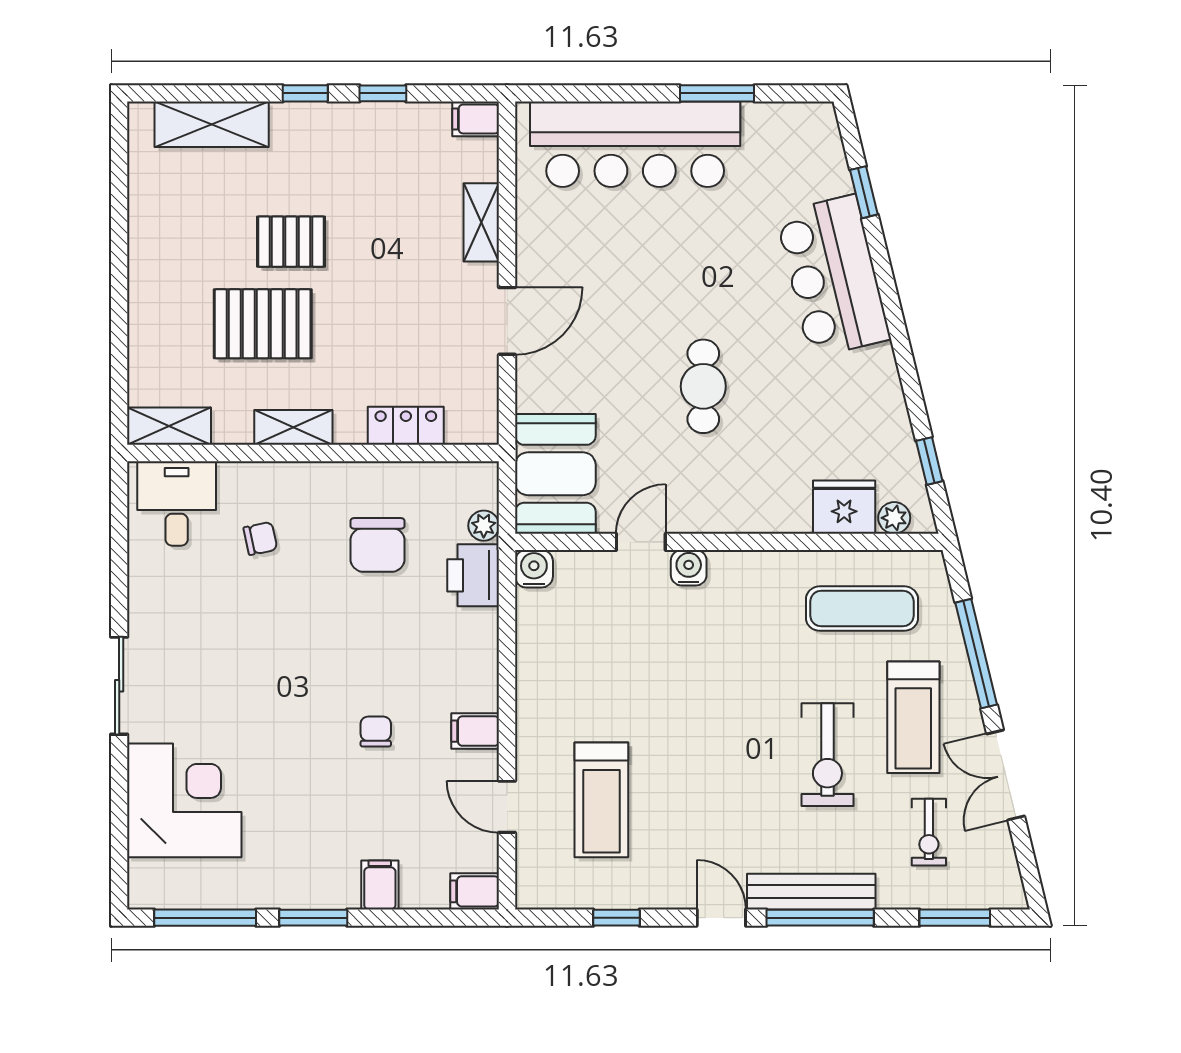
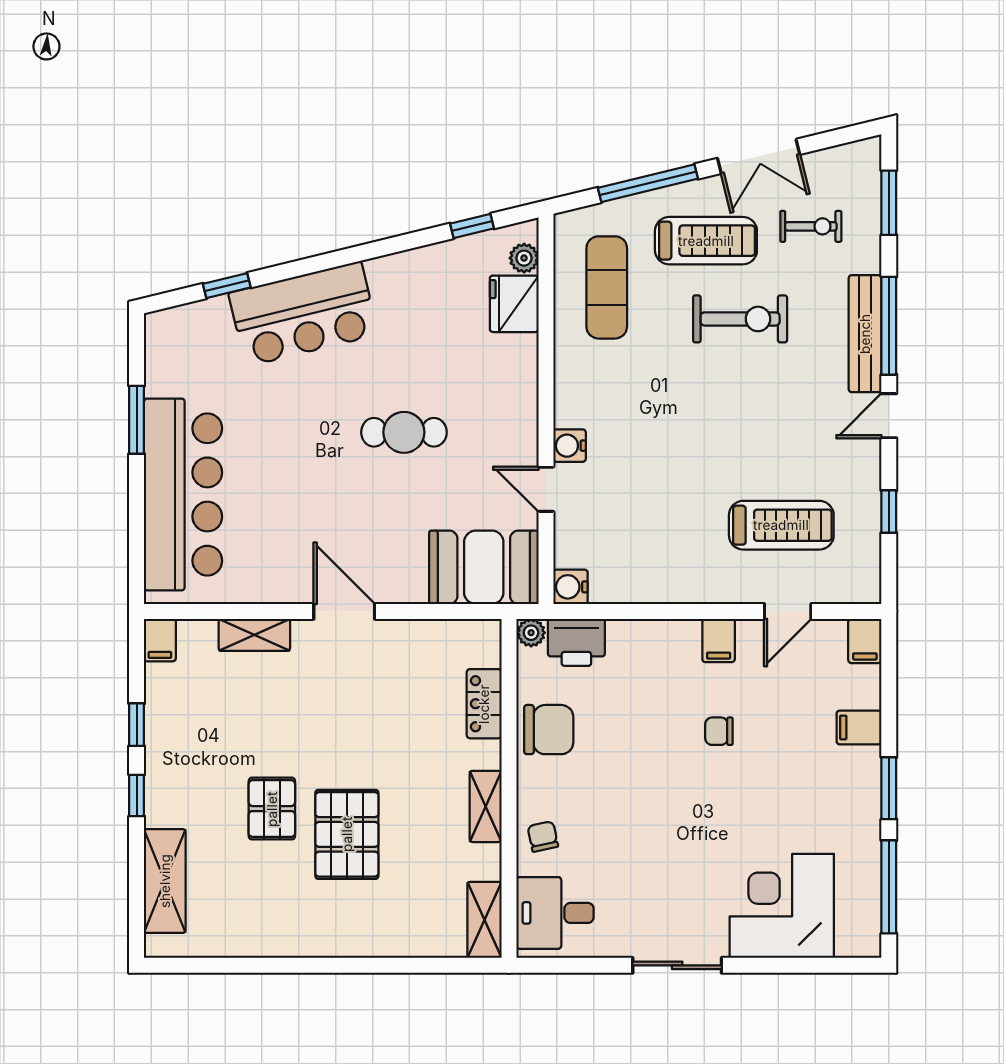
shelving: (169, 426) -> (484, 920), moved
locker: (406, 426) -> (484, 704), moved
shelving: (293, 427) -> (486, 806), moved
wall: (313, 453) -> (509, 788), moved
desk: (177, 503) -> (555, 913), moved

